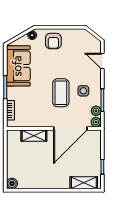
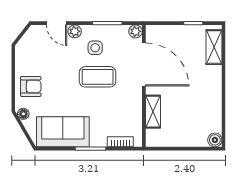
door: (102, 61) -> (57, 23), hinge flipped
plant: (96, 111) -> (75, 31), moved

